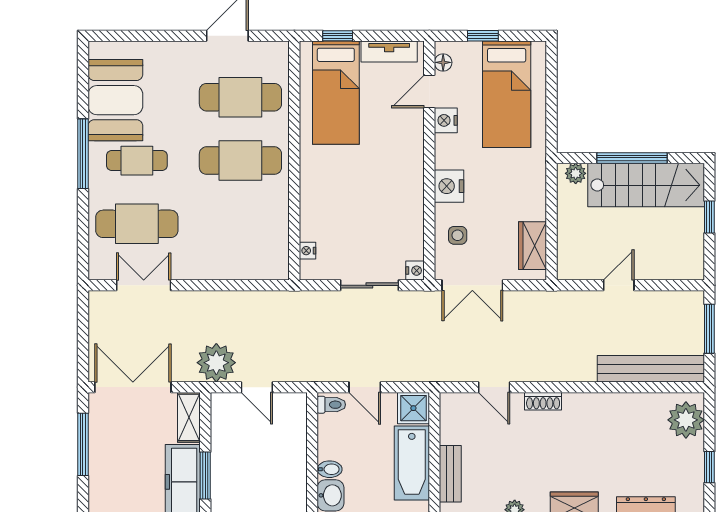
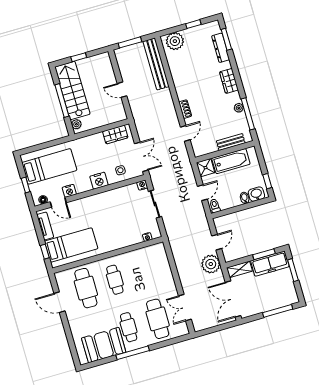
cafe table: (240, 161) -> (115, 280), width x0.73, depth x0.74
window: (83, 444) -> (278, 311), moved

